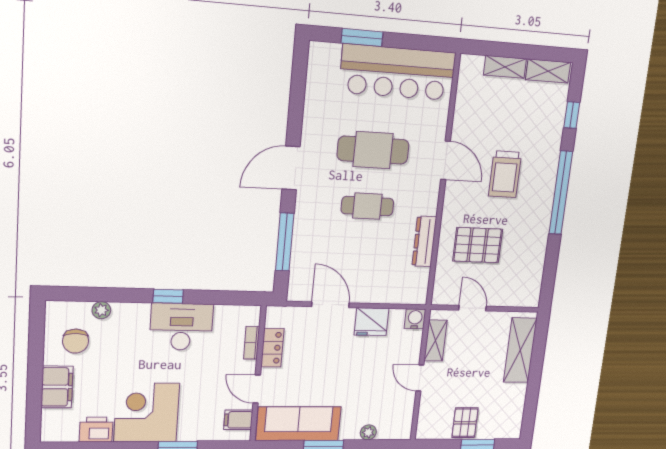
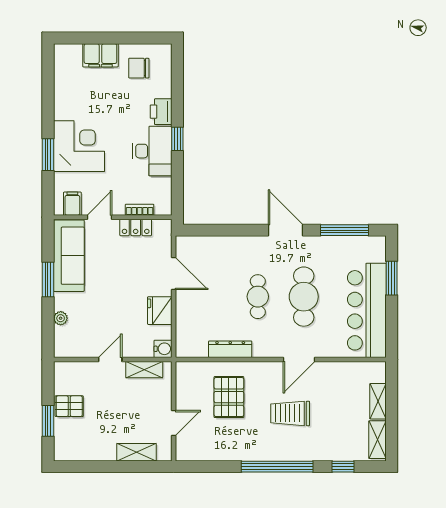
window: (285, 242) -> (344, 230), moved
door: (330, 305) -> (174, 274), hinge flipped
door: (473, 308) -> (174, 423), moved
plant: (101, 310) -> (165, 87), removed
shelving: (520, 350) -> (137, 452), width x0.67, depth x0.75
corner desk: (147, 412) -> (79, 146), moved
printer: (96, 430) -> (161, 112), moved, turned 180

